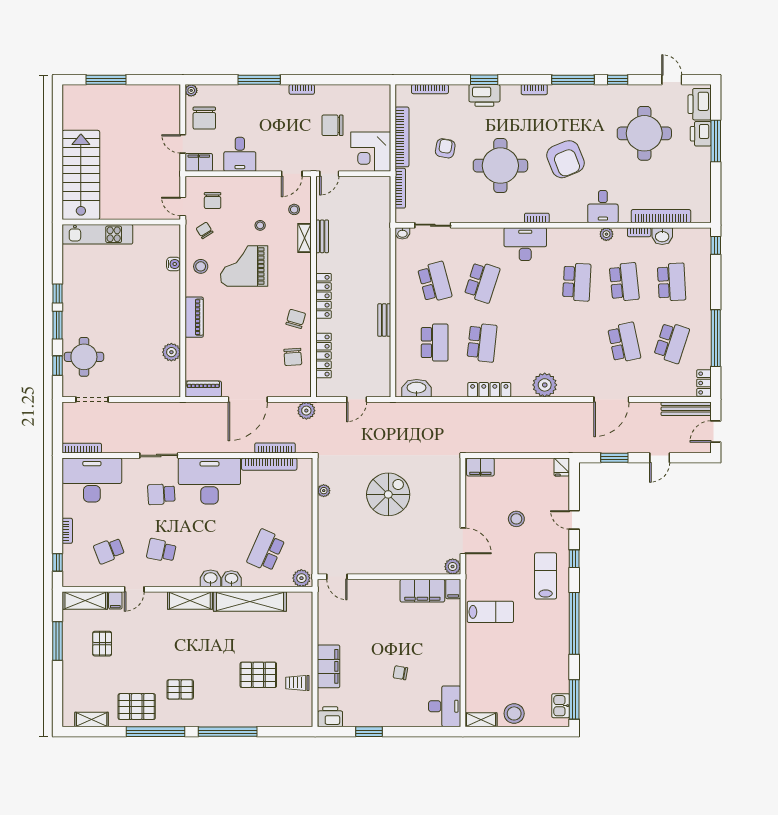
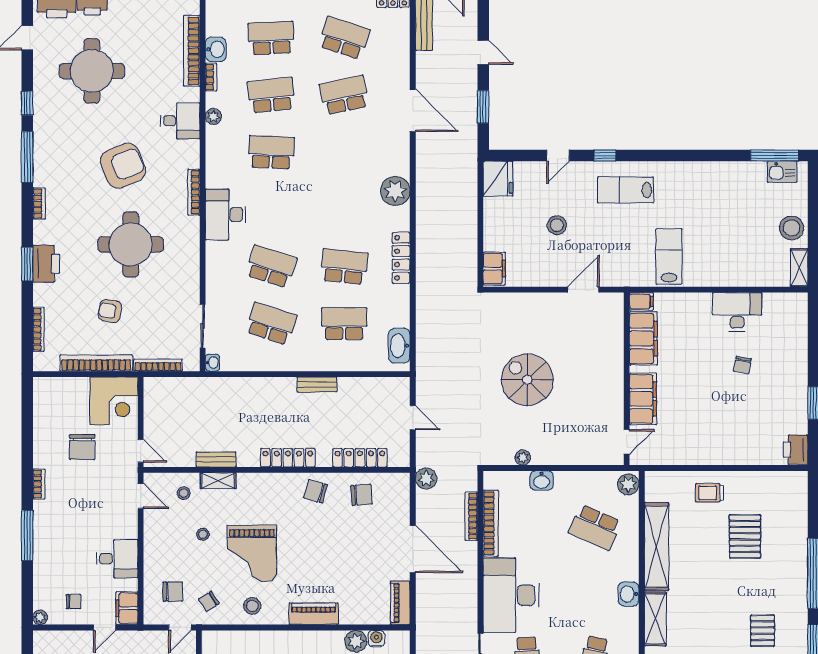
chair: (204, 118) -> (73, 602), width x0.54, depth x0.54
bookcase: (537, 218) -> (194, 192), width x1.56
water cooler: (174, 264) -> (376, 639), moved
school desk: (435, 282) -> (271, 324), turned 33
fridge: (562, 467) -> (498, 179), width x1.88, depth x1.34
plant: (453, 567) -> (614, 302), removed
washbasin: (231, 579) -> (542, 481), moved, turned -90
window: (574, 623) -> (683, 156), removed
filing cabinet: (329, 666) -> (643, 399), moved, turned 90
trolley: (297, 683) -> (709, 493), moved, turned 90
desk: (445, 706) -> (737, 312), moved

